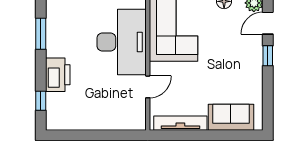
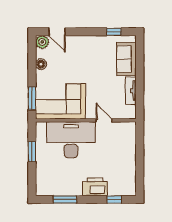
window: (268, 56) -> (114, 32), moved
tv unit: (180, 123) -> (131, 91), width x0.71

